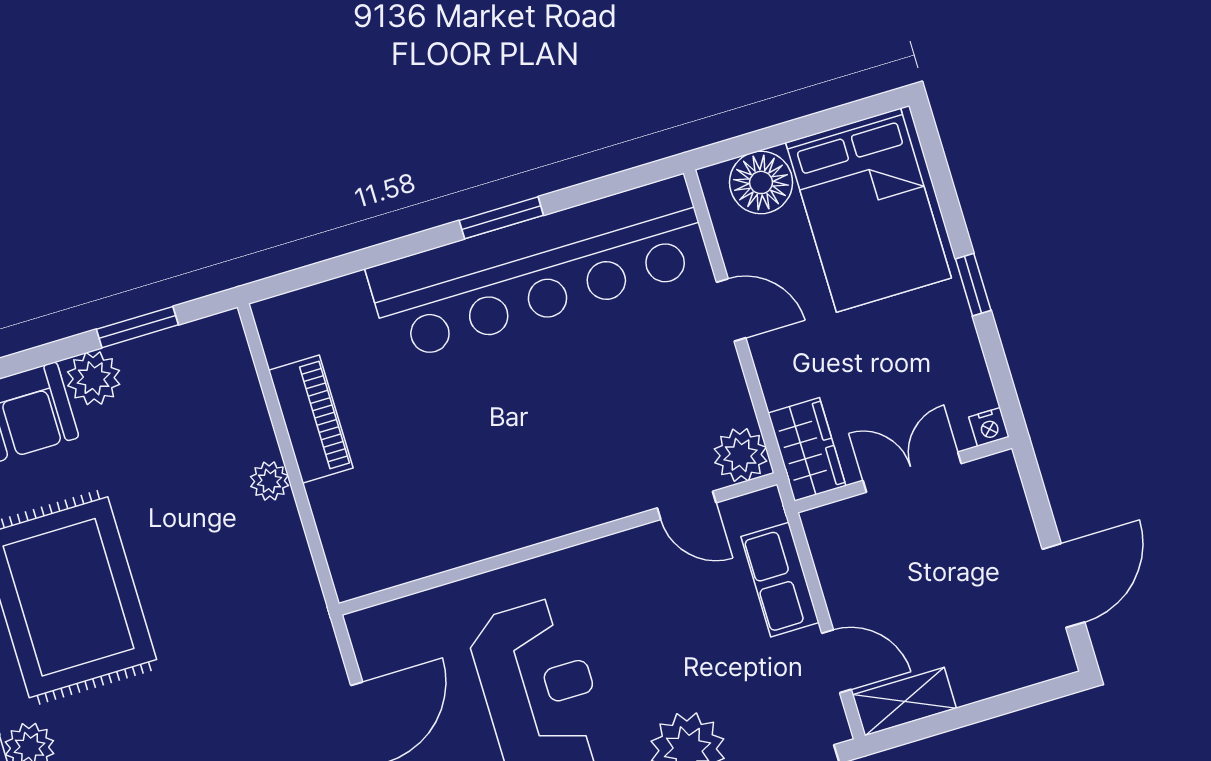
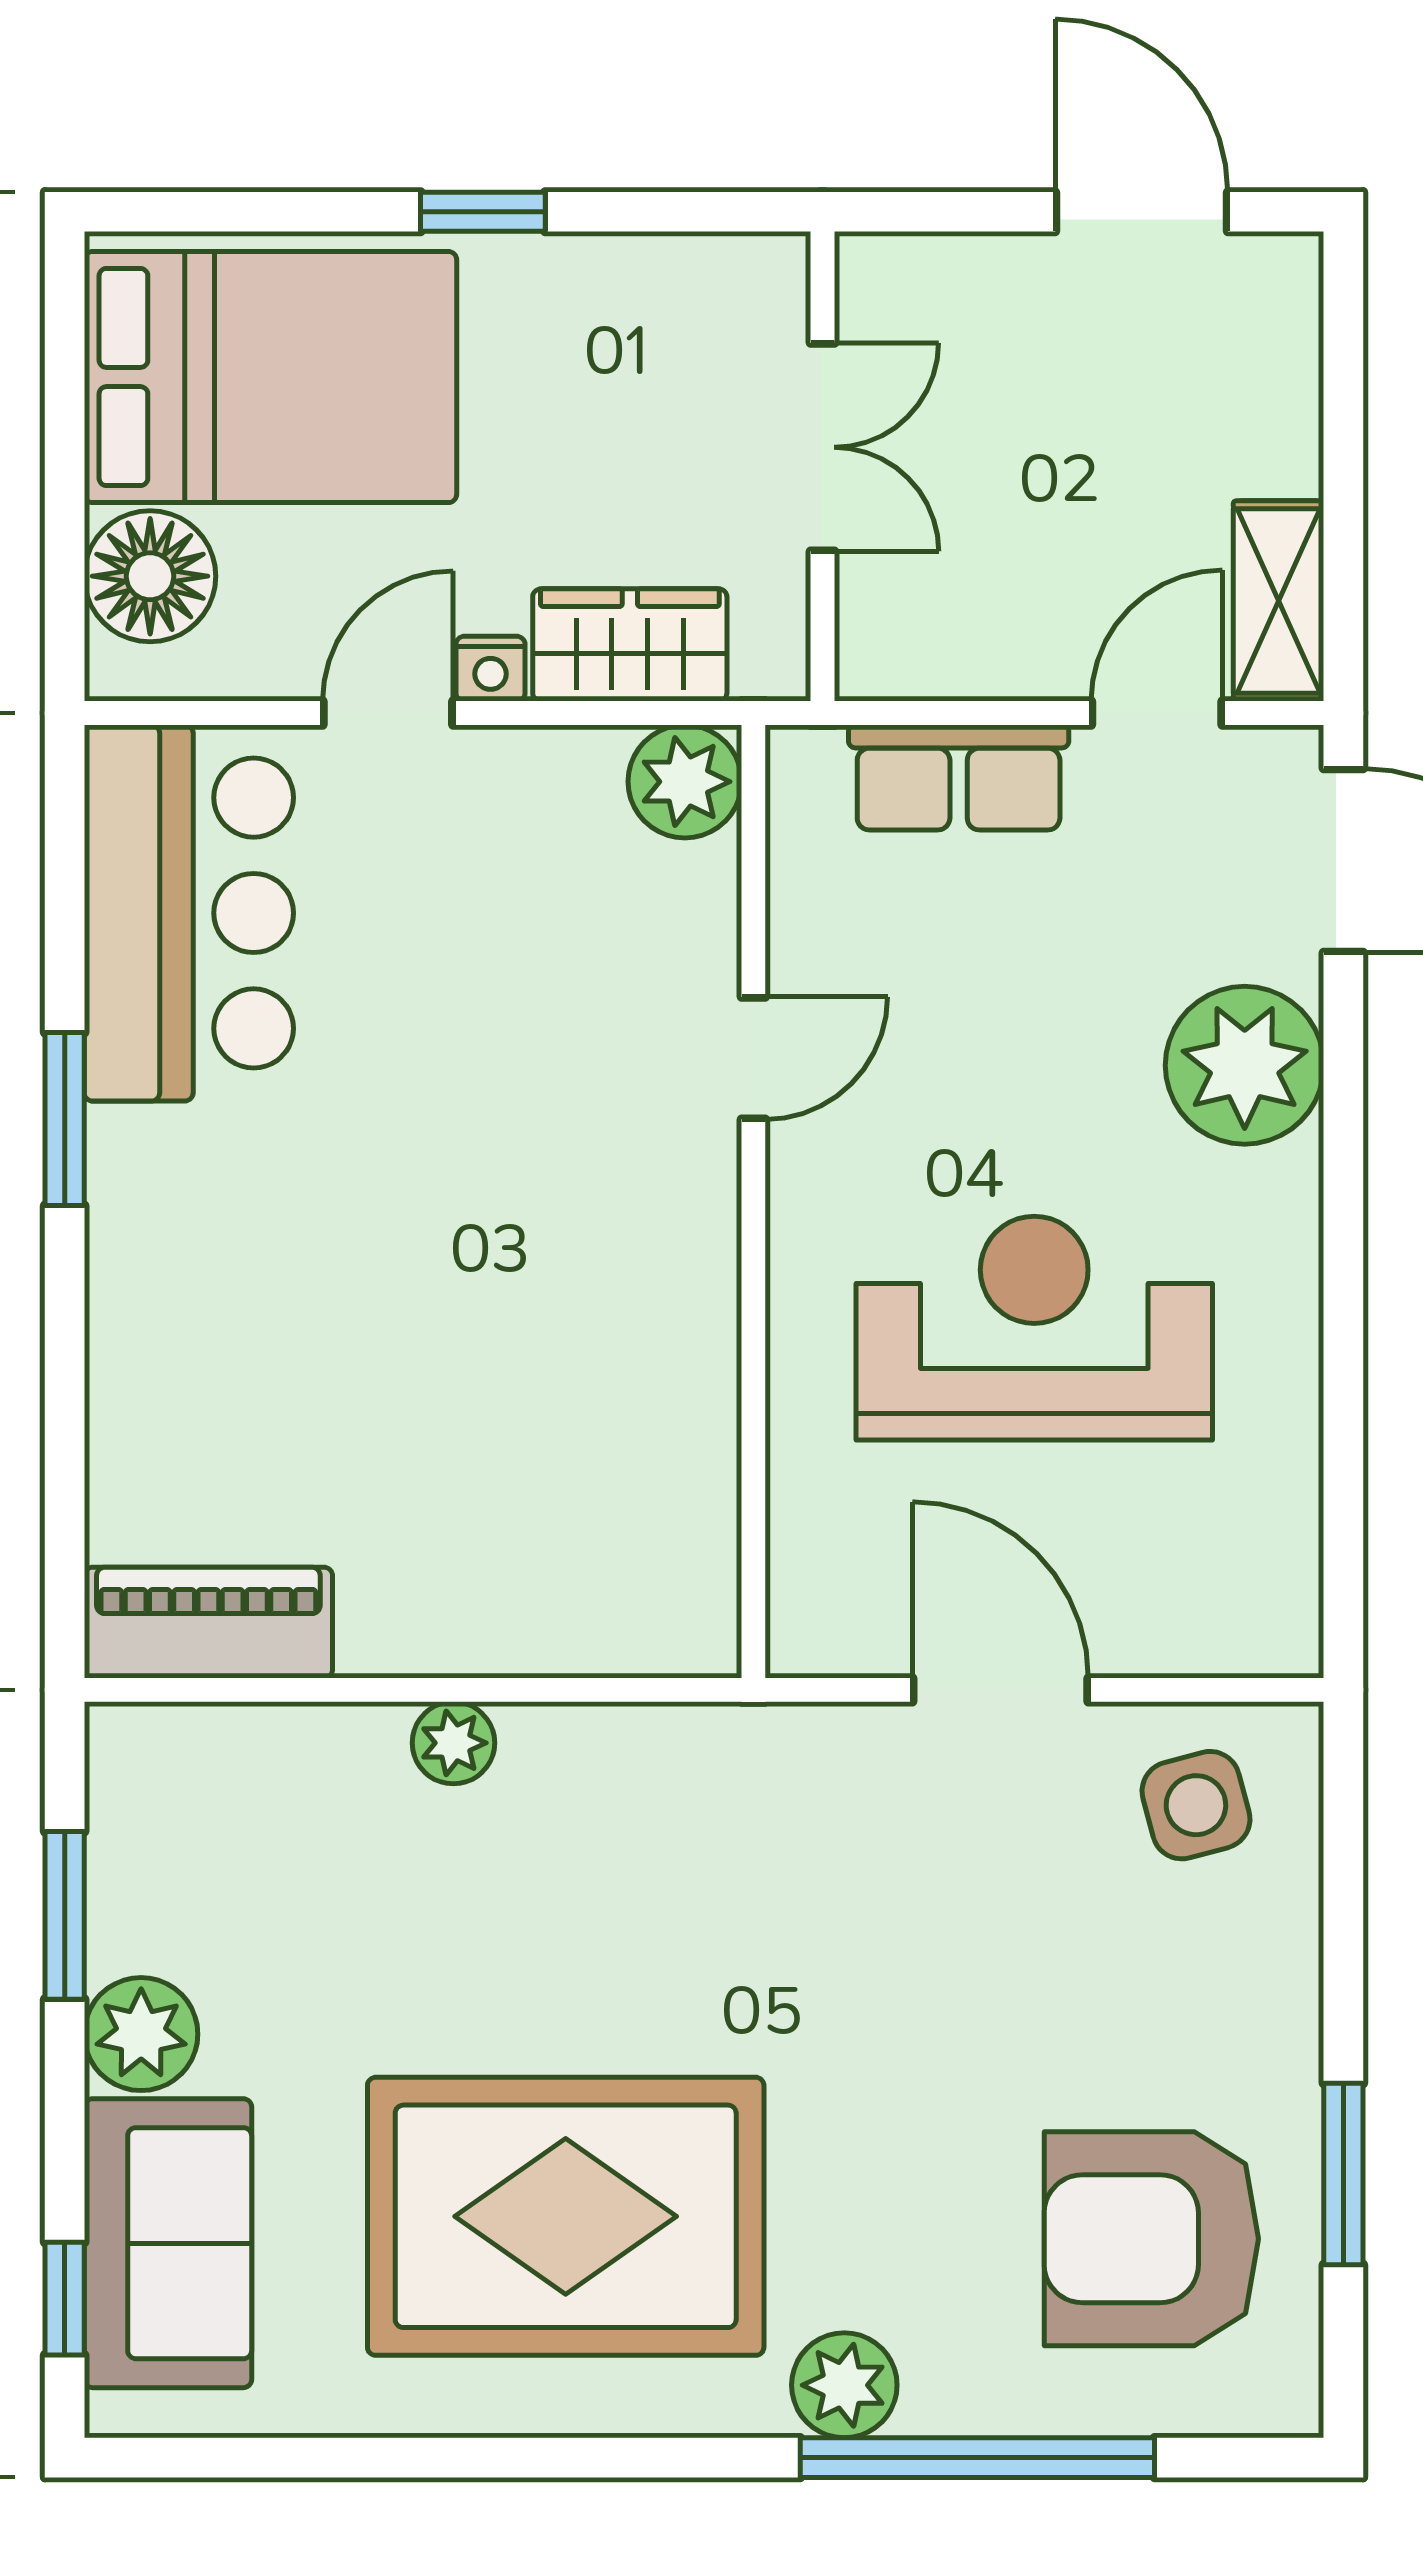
bar counter: (539, 269) -> (189, 913), width x0.54
piano: (311, 419) -> (208, 1623), moved
nightstand: (989, 427) -> (490, 669), moved, turned 90
wardrobe: (807, 449) -> (630, 645), moved
double door: (912, 472) -> (822, 447), swing flipped
door: (687, 505) -> (753, 1058), moved

